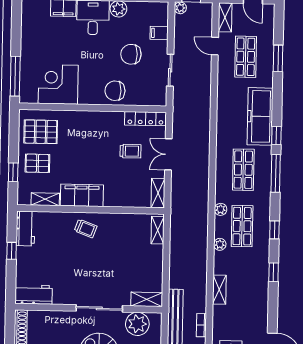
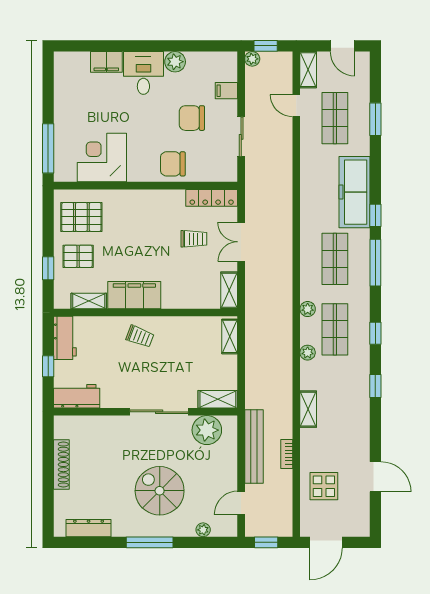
workbench: (34, 295) -> (77, 396), moved
shelving: (147, 299) -> (218, 399), moved
wall: (88, 308) -> (146, 412), moved
sliding door: (99, 308) -> (159, 412), moved
plant: (137, 324) -> (207, 430), moved

